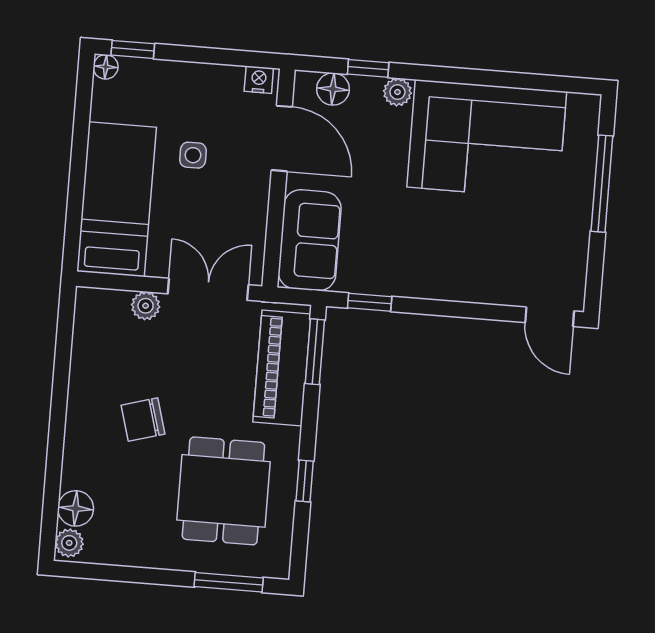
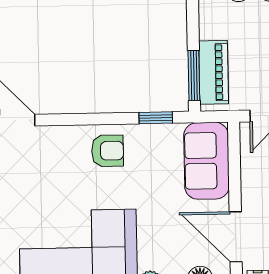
armchair: (436, 266) -> (108, 151), added
piano: (282, 368) -> (214, 72), width x0.73, depth x0.75

